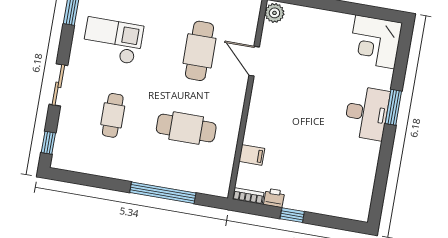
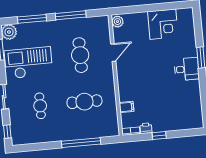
checkout: (113, 41) -> (29, 63), width x1.36, depth x1.21
corner desk: (375, 42) -> (163, 24), moved, turned -90
door: (254, 61) -> (113, 53), swing flipped
desk: (367, 113) -> (187, 69), width x0.73

